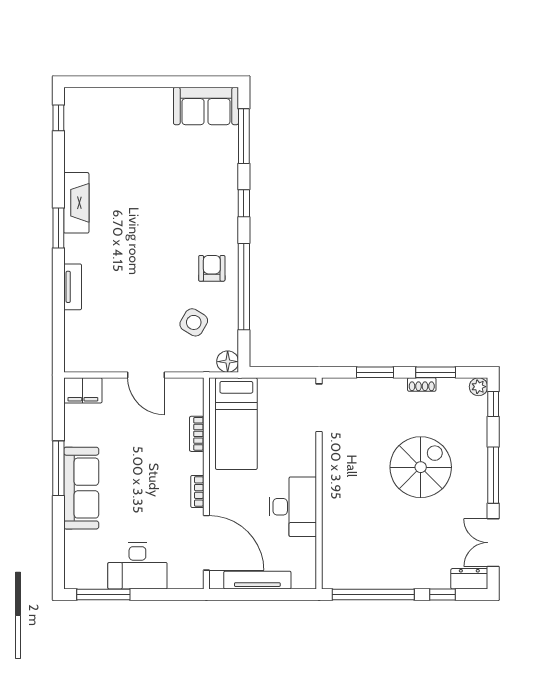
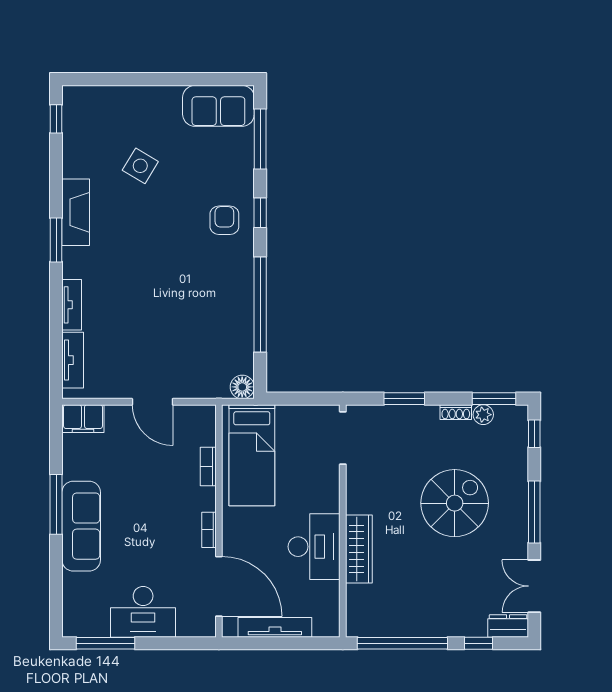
armchair: (212, 268) -> (224, 220), moved
side table: (194, 322) -> (140, 166), moved
tv unit: (74, 337) -> (73, 360), added
window: (436, 372) -> (494, 399), moved
plant: (479, 387) -> (483, 415), moved
wardrobe: (334, 509) -> (359, 549), added

